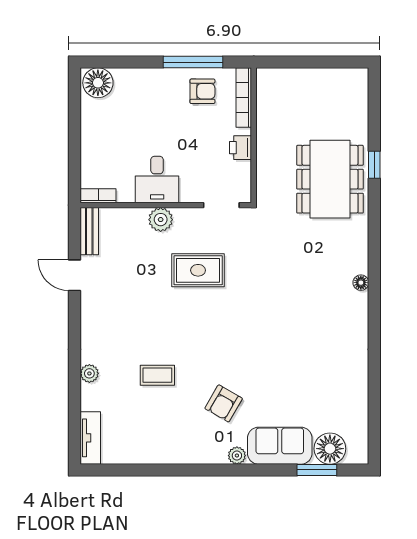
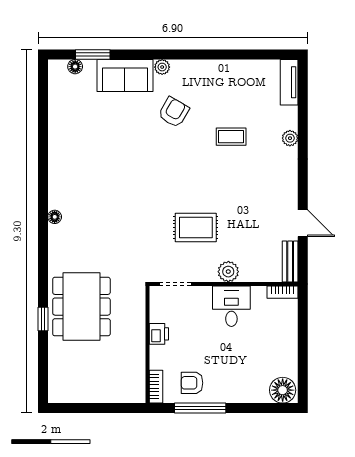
bookcase: (244, 98) -> (156, 387), width x0.64
floor lamp: (330, 449) -> (75, 67), width x0.53, depth x0.53

